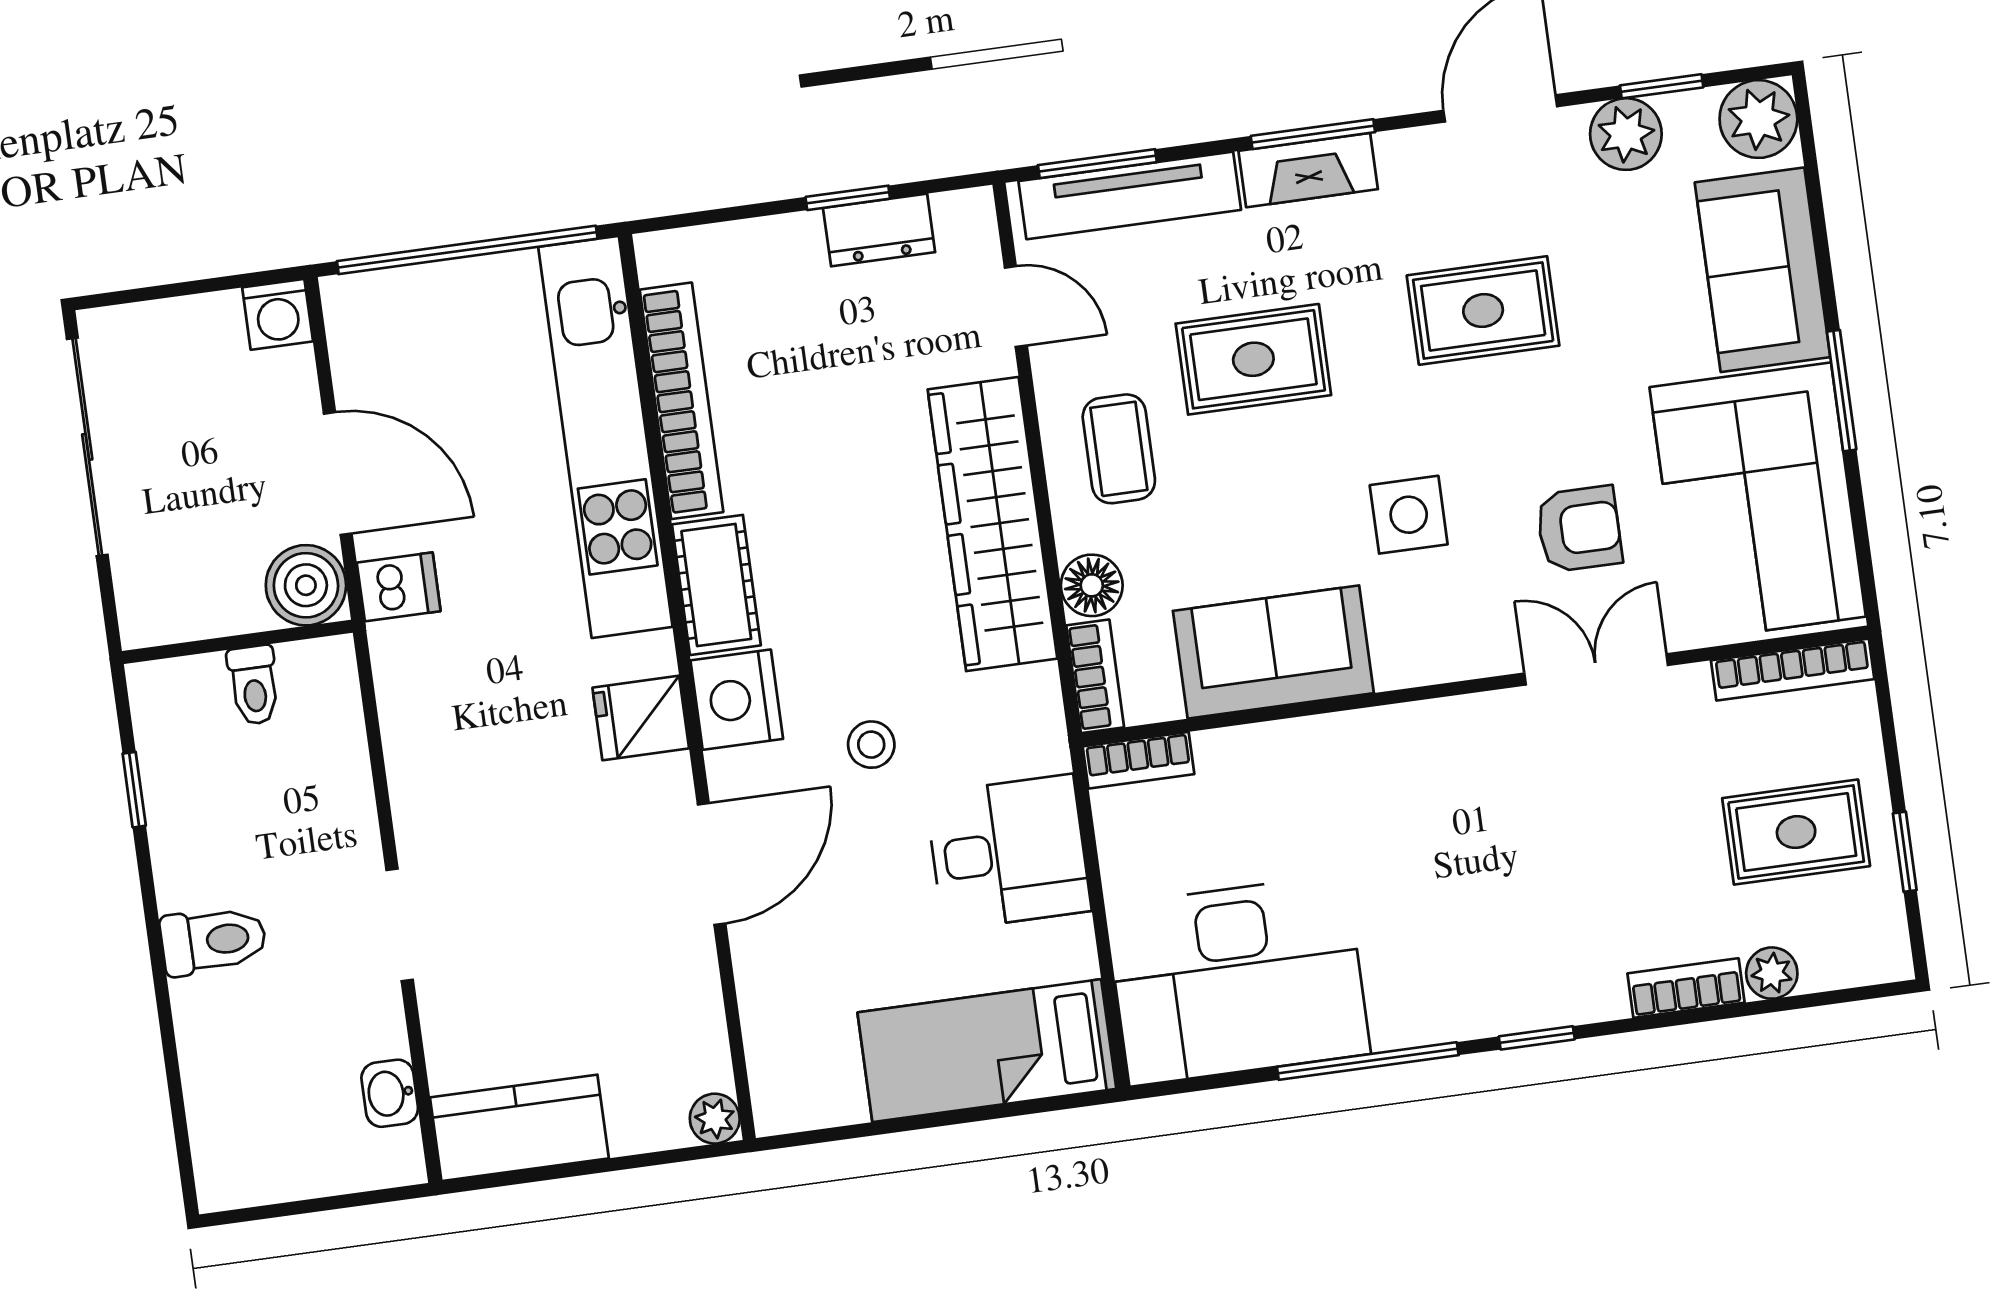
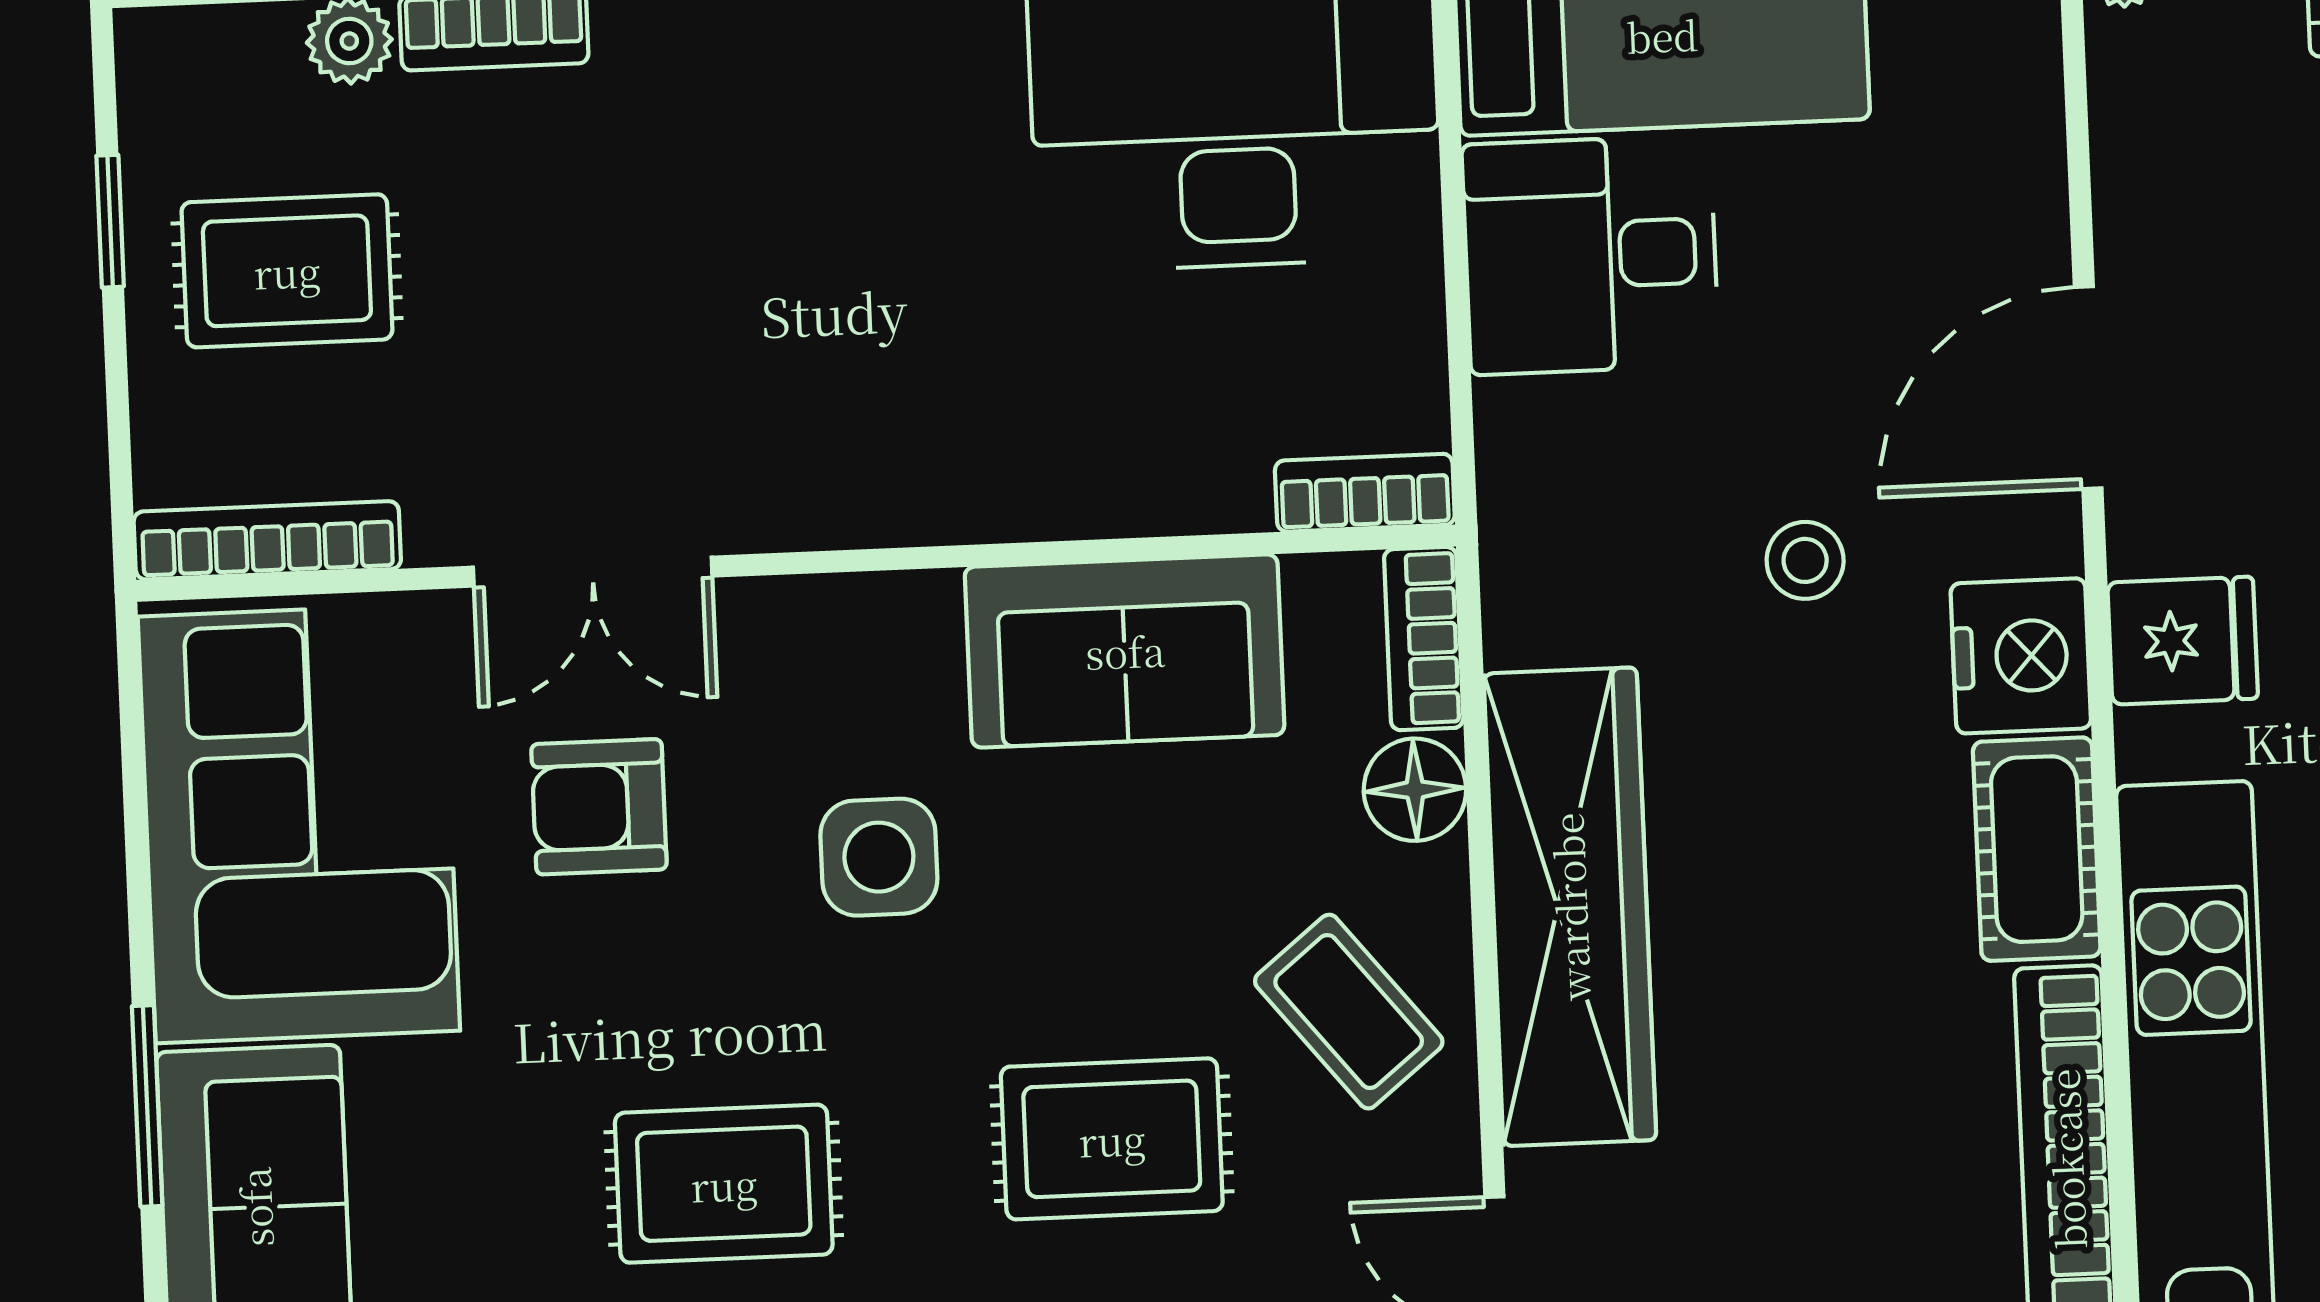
window: (1842, 391) -> (147, 1106), moved
coffee table: (1119, 449) -> (1349, 1012), turned -39
desk: (1008, 852) -> (1590, 255), moved

